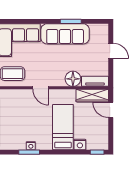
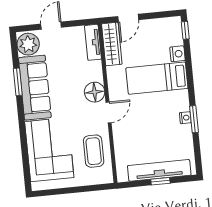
plant: (98, 32) -> (28, 44), added
floor lamp: (73, 79) -> (95, 92), moved

